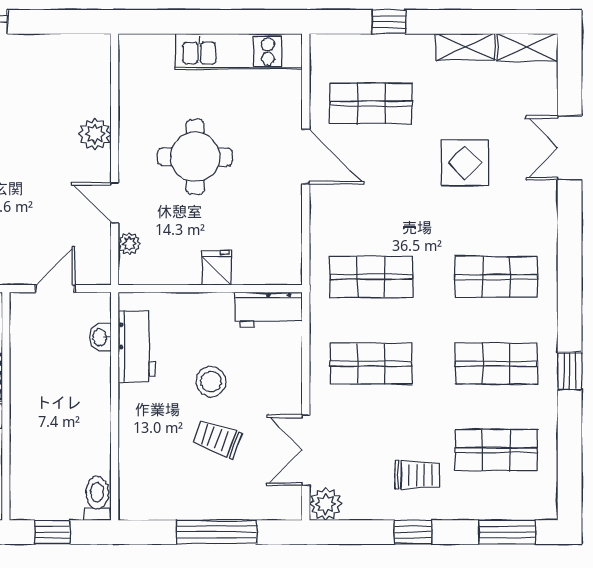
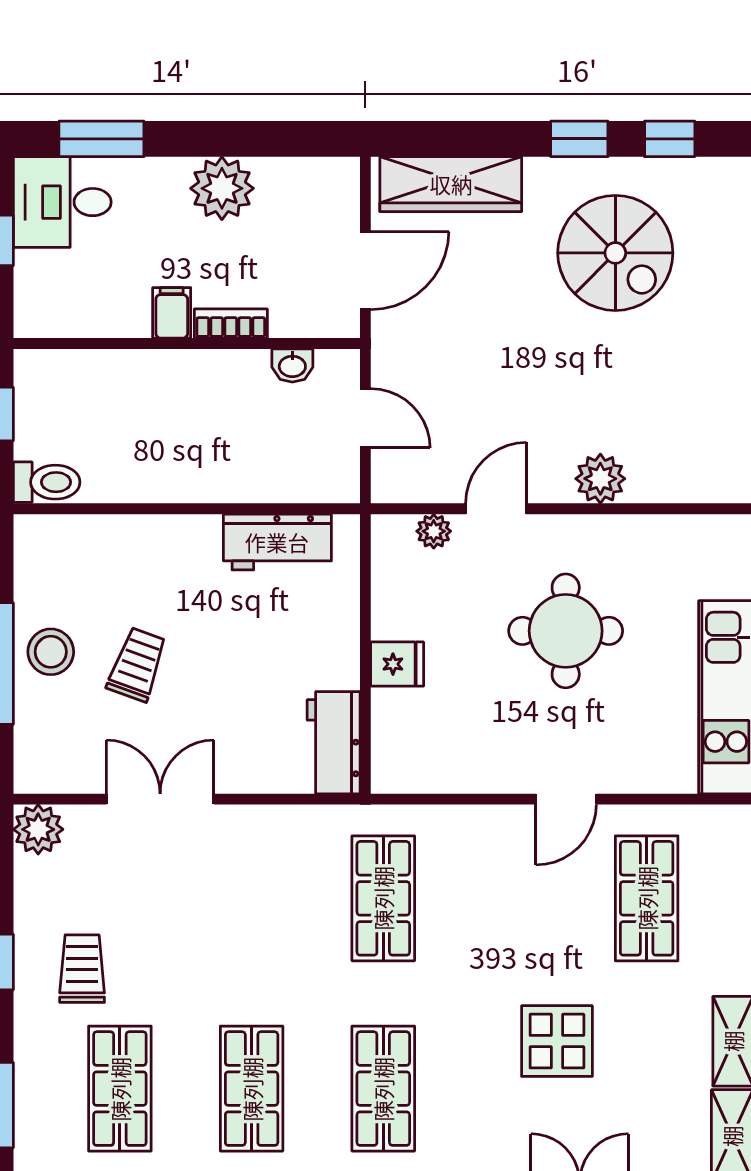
door: (306, 157) -> (566, 799), width x0.73
washbasin: (100, 337) -> (292, 365), moved, turned 180
shop shelf: (371, 364) -> (252, 898), removed
stool: (211, 382) -> (51, 652), moved
double door: (306, 450) -> (160, 799), moved
trolley: (417, 475) -> (82, 969), turned 180

